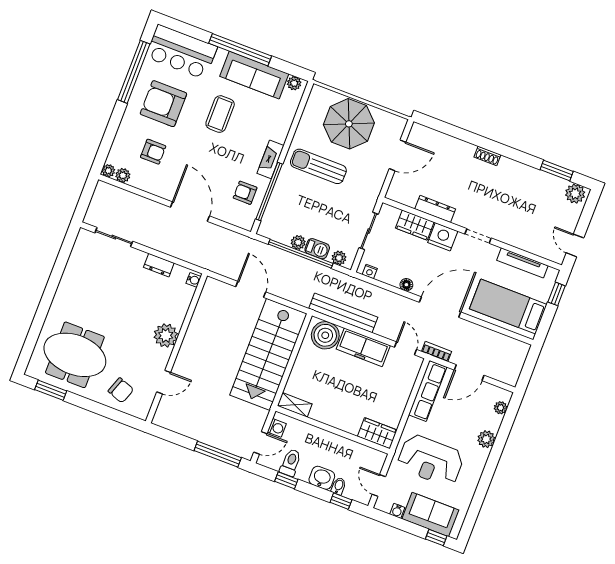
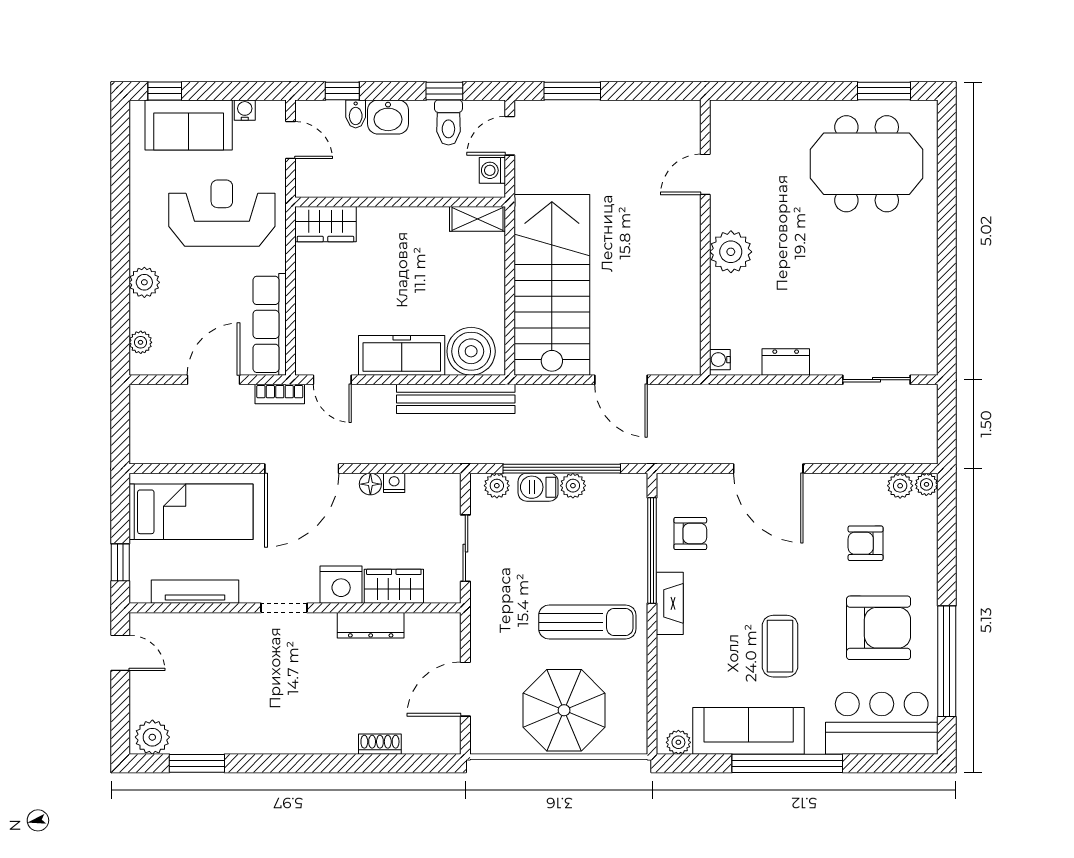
shoe rack: (487, 156) -> (380, 744), moved
nightstand: (370, 271) -> (394, 483), moved
chair: (121, 390) -> (770, 135), removed
window: (218, 454) -> (572, 91), width x0.69

